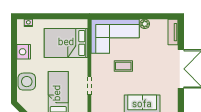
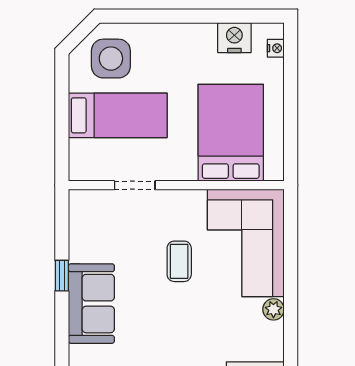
nightstand: (24, 52) -> (234, 38), moved
side table: (27, 82) -> (111, 59), moved

